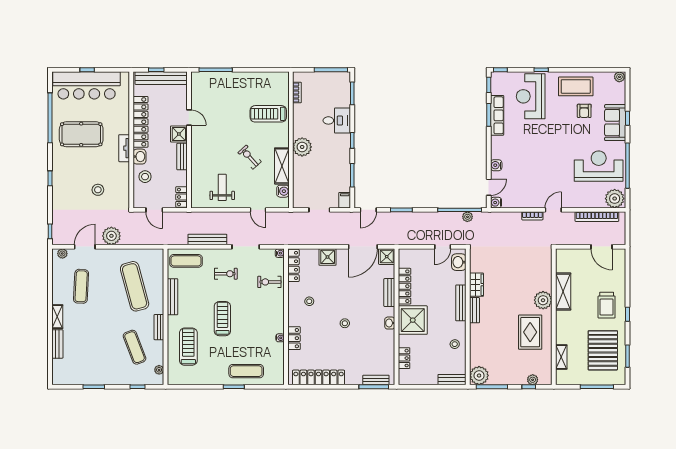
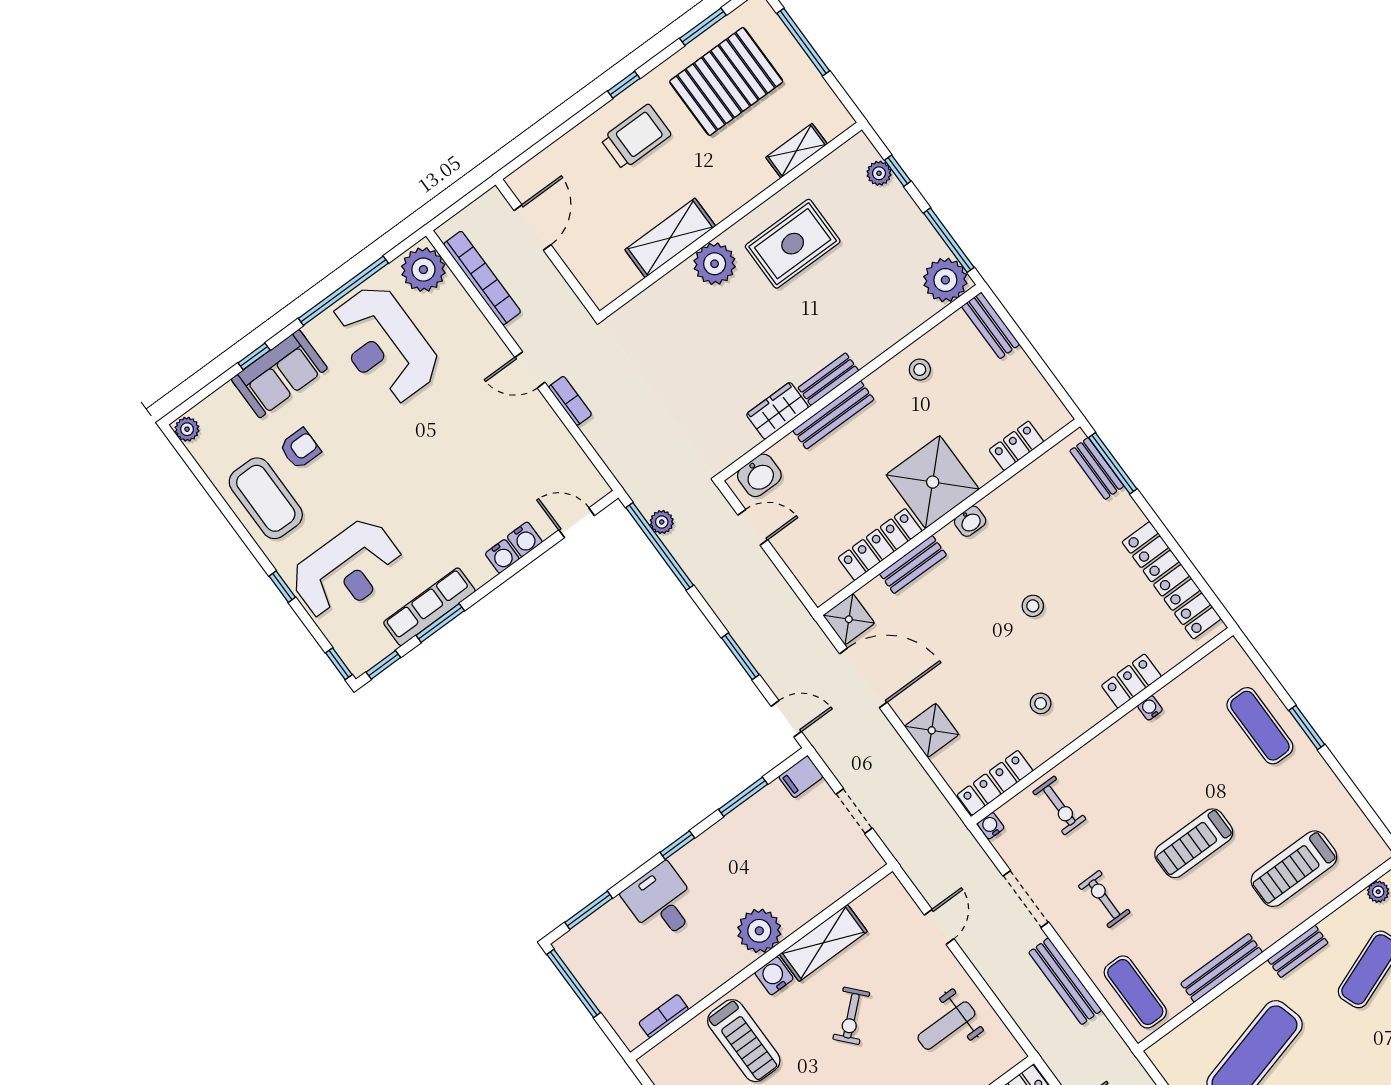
water cooler: (283, 191) -> (774, 976), moved
water cooler: (496, 203) -> (502, 556), moved

